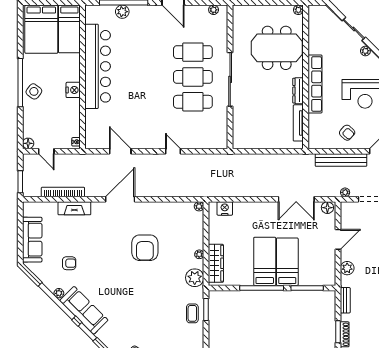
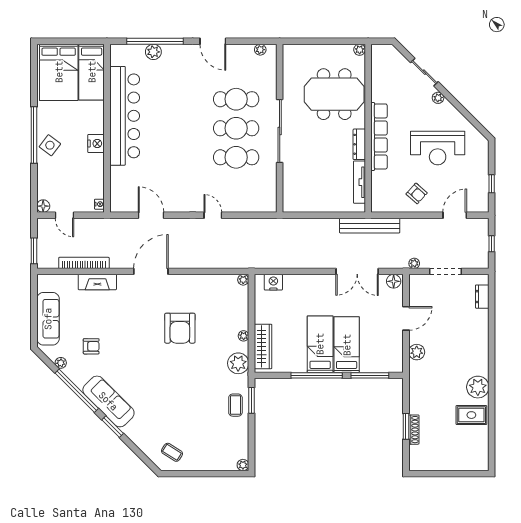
bench: (341, 160) -> (370, 226), moved
plant: (59, 293) -> (61, 363), moved
bench: (345, 300) -> (414, 390), removed

